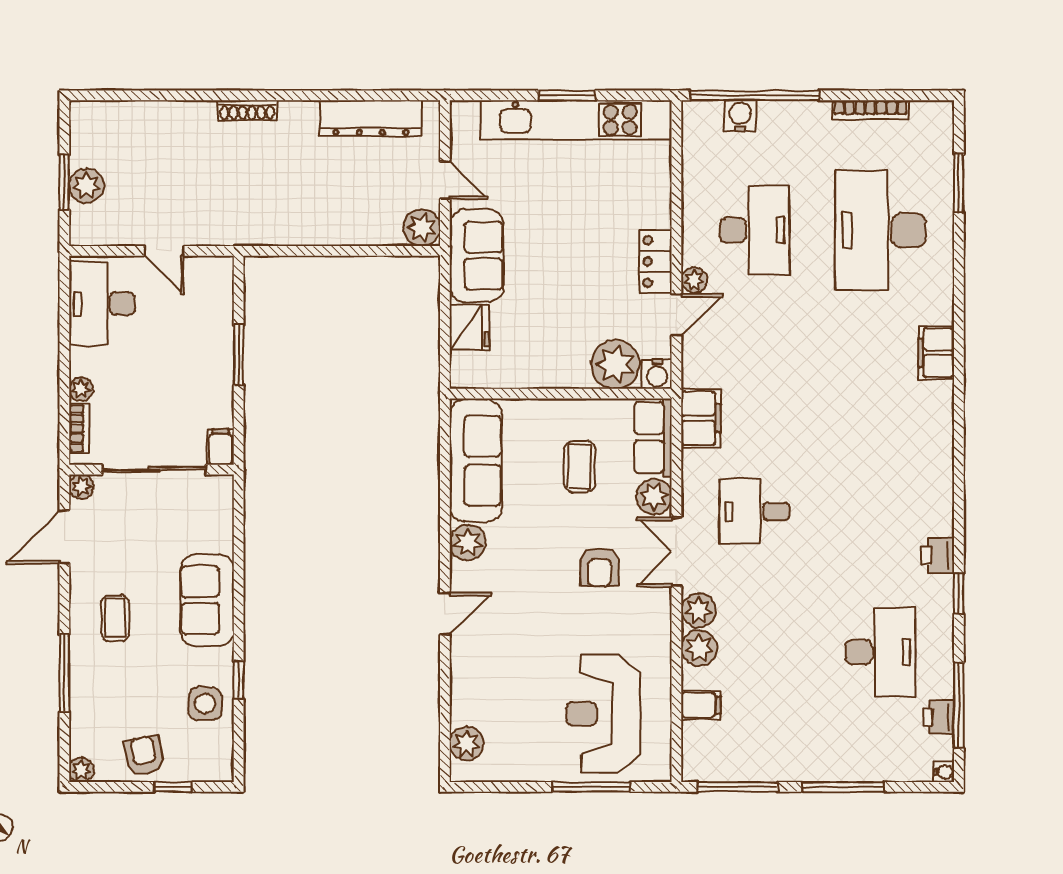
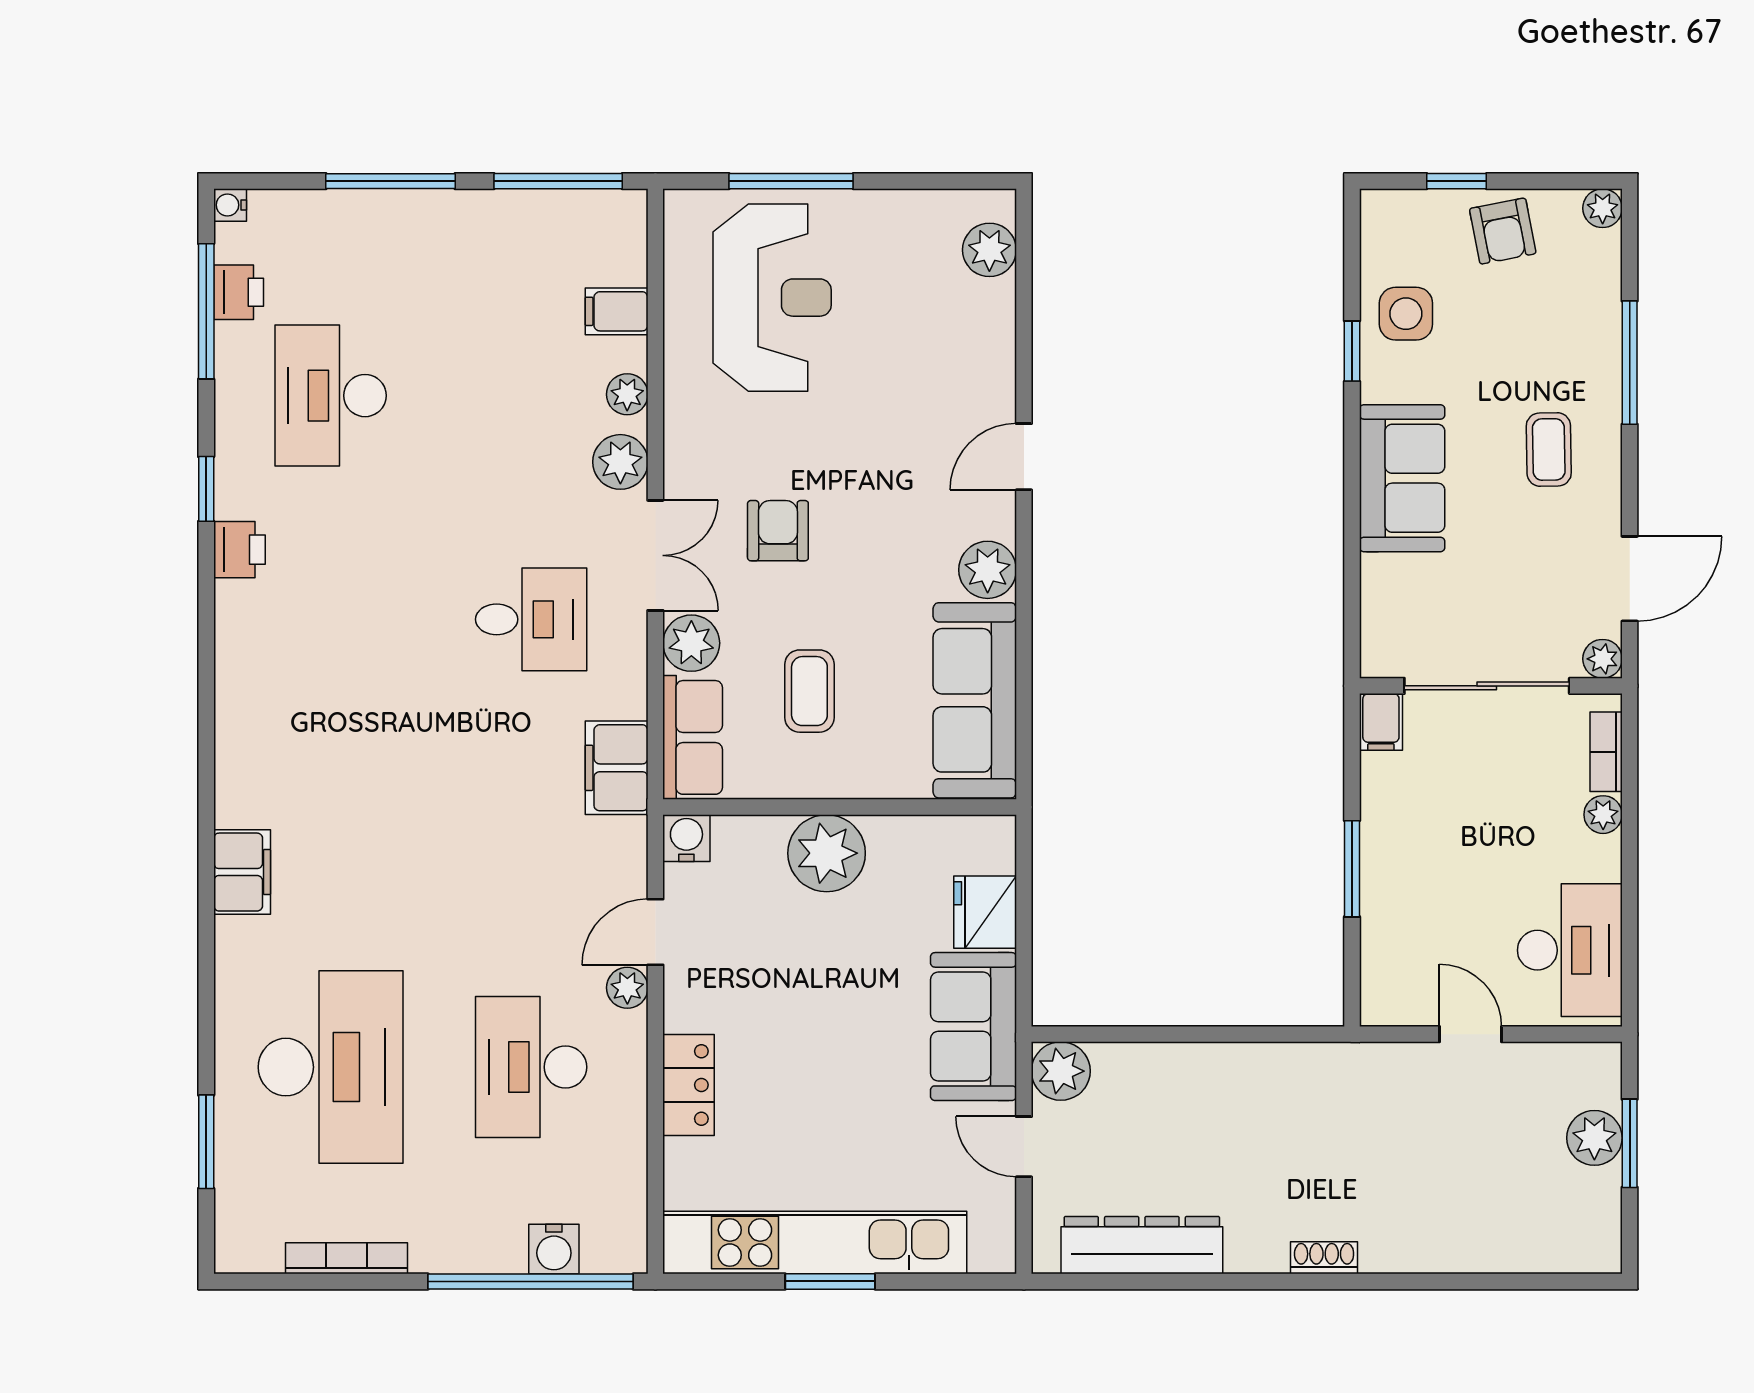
shoe rack: (247, 110) -> (1324, 1258), width x0.70
locker: (656, 262) -> (689, 1085), moved
plant: (615, 365) -> (827, 853), moved
plant: (699, 648) -> (627, 394), width x0.73, depth x0.73

